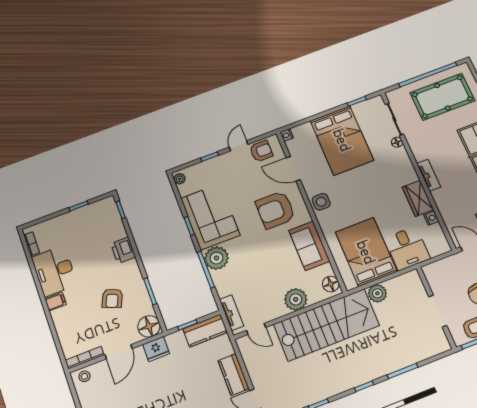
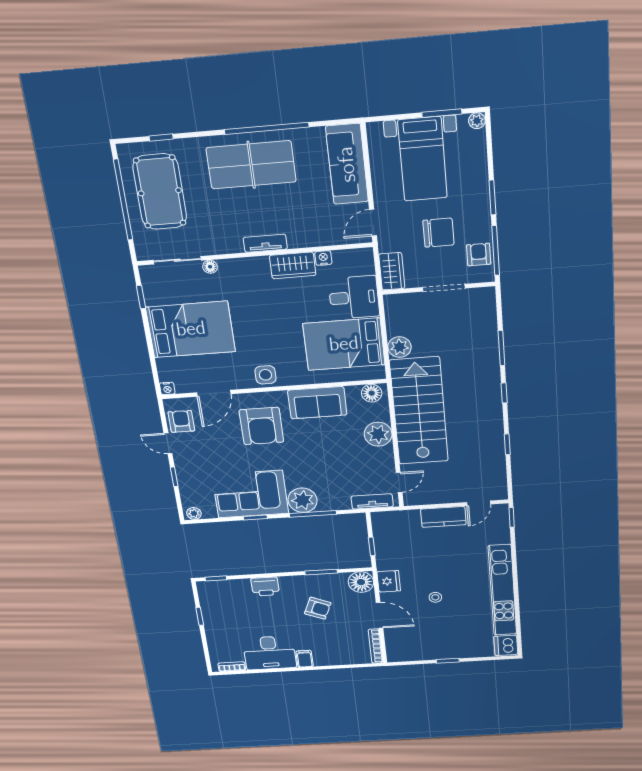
wardrobe: (438, 269) -> (392, 271), added
kitchen counter: (205, 331) -> (384, 531), removed
stool: (84, 376) -> (435, 597), moved

